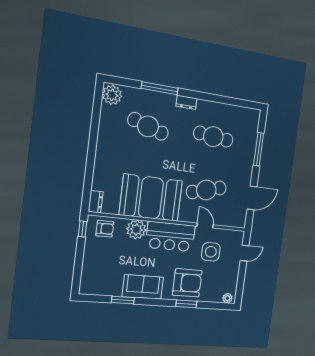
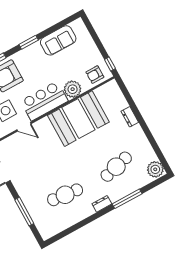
cafe table: (148, 126) -> (116, 167), turned -33
cafe table: (206, 190) -> (42, 153), removed
dresser: (96, 202) -> (130, 117), moved
sofa: (143, 287) -> (58, 40), moved
window: (123, 300) -> (29, 42), moved

